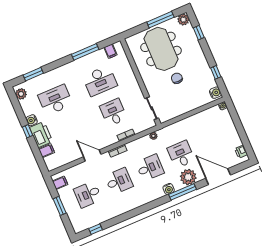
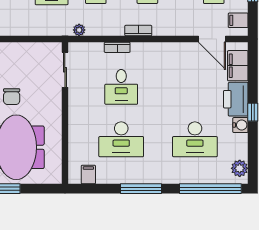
window: (85, 52) -> (141, 189), moved
window: (33, 74) -> (210, 189), width x2.11
desk: (100, 81) -> (121, 139), turned 180
filing cabinet: (47, 151) -> (238, 66), width x2.00
door: (92, 156) -> (212, 39), moved

